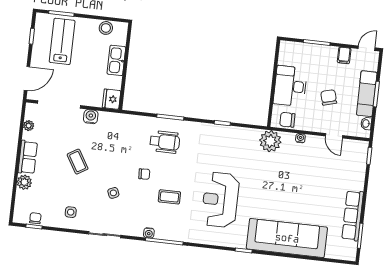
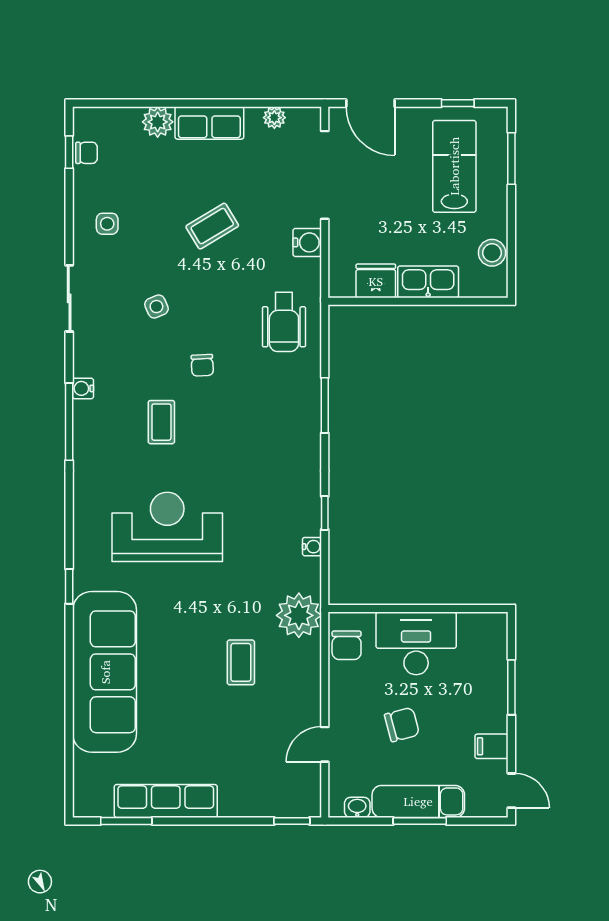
lab bench: (62, 41) -> (454, 166), turned -90
fridge: (112, 99) -> (376, 281), moved
chair: (287, 120) -> (347, 645), turned 180
water cooler: (300, 138) -> (312, 547), moved
wheelchair: (165, 142) -> (284, 322), moved
coffee table: (290, 172) -> (241, 662), added

